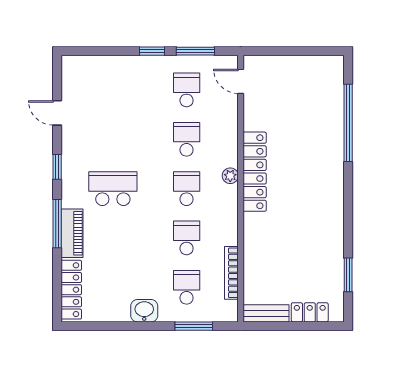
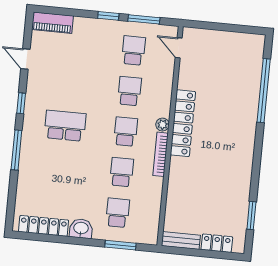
piano: (72, 233) -> (52, 23), moved, turned 90
bookcase: (231, 273) -> (161, 154), moved
locker: (71, 290) -> (43, 226), moved, turned -90

